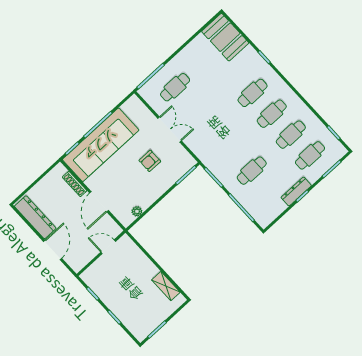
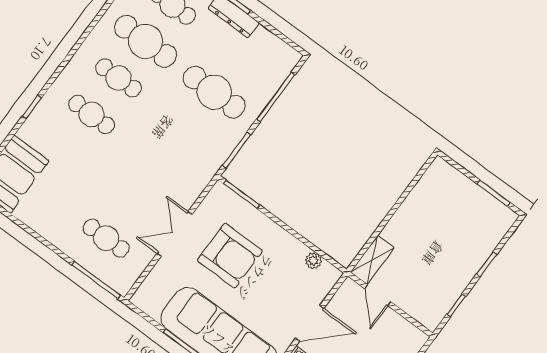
cafe table: (291, 135) -> (146, 41), width x1.37, depth x1.35
armchair: (150, 161) -> (230, 256), width x1.88, depth x1.88
cafe table: (252, 171) -> (214, 92), width x1.37, depth x1.35
shelving: (166, 286) -> (372, 260), moved

